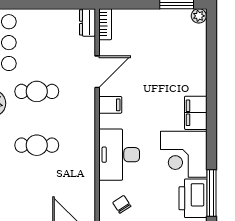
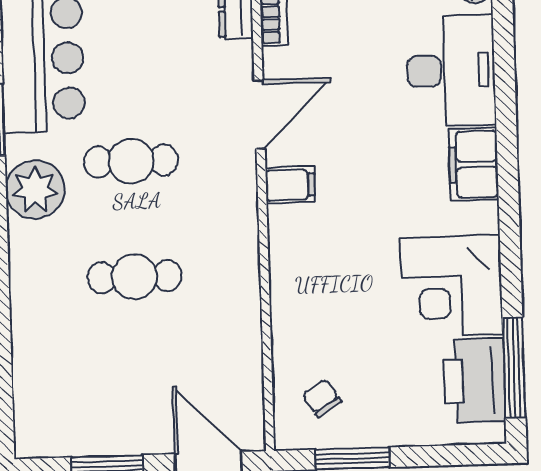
filing cabinet: (196, 113) -> (474, 164), moved
desk: (119, 155) -> (451, 70), moved, turned 180

